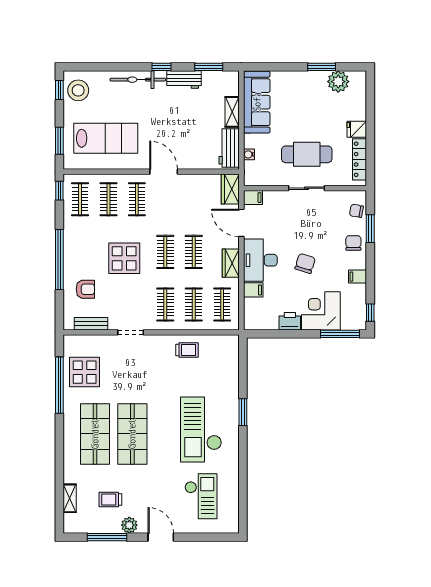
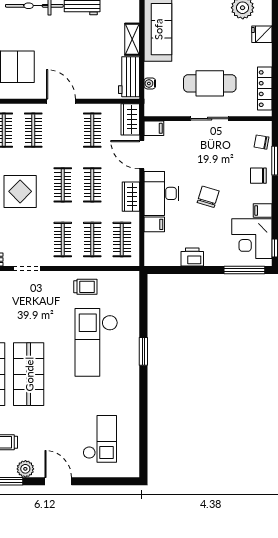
fridge: (357, 129) -> (262, 34), moved
clothes rail: (194, 199) -> (92, 130), added
chair: (353, 243) -> (258, 176), turned -90
corner desk: (321, 311) -> (252, 239), moved, turned -90
checkout: (201, 430) -> (96, 342), moved

